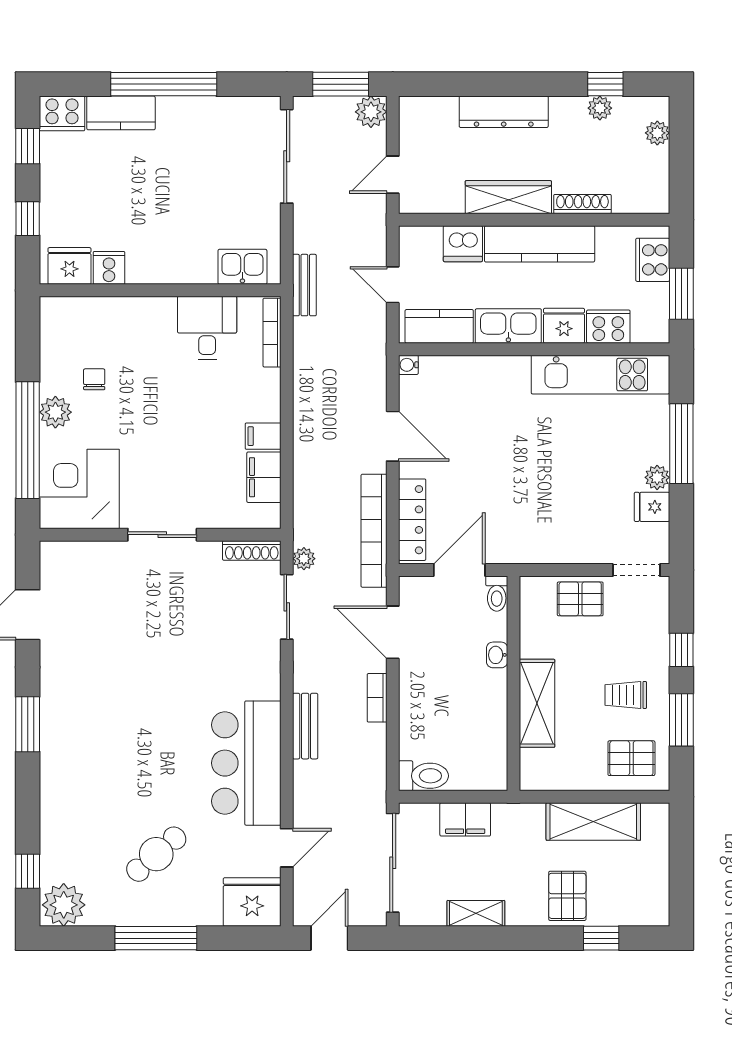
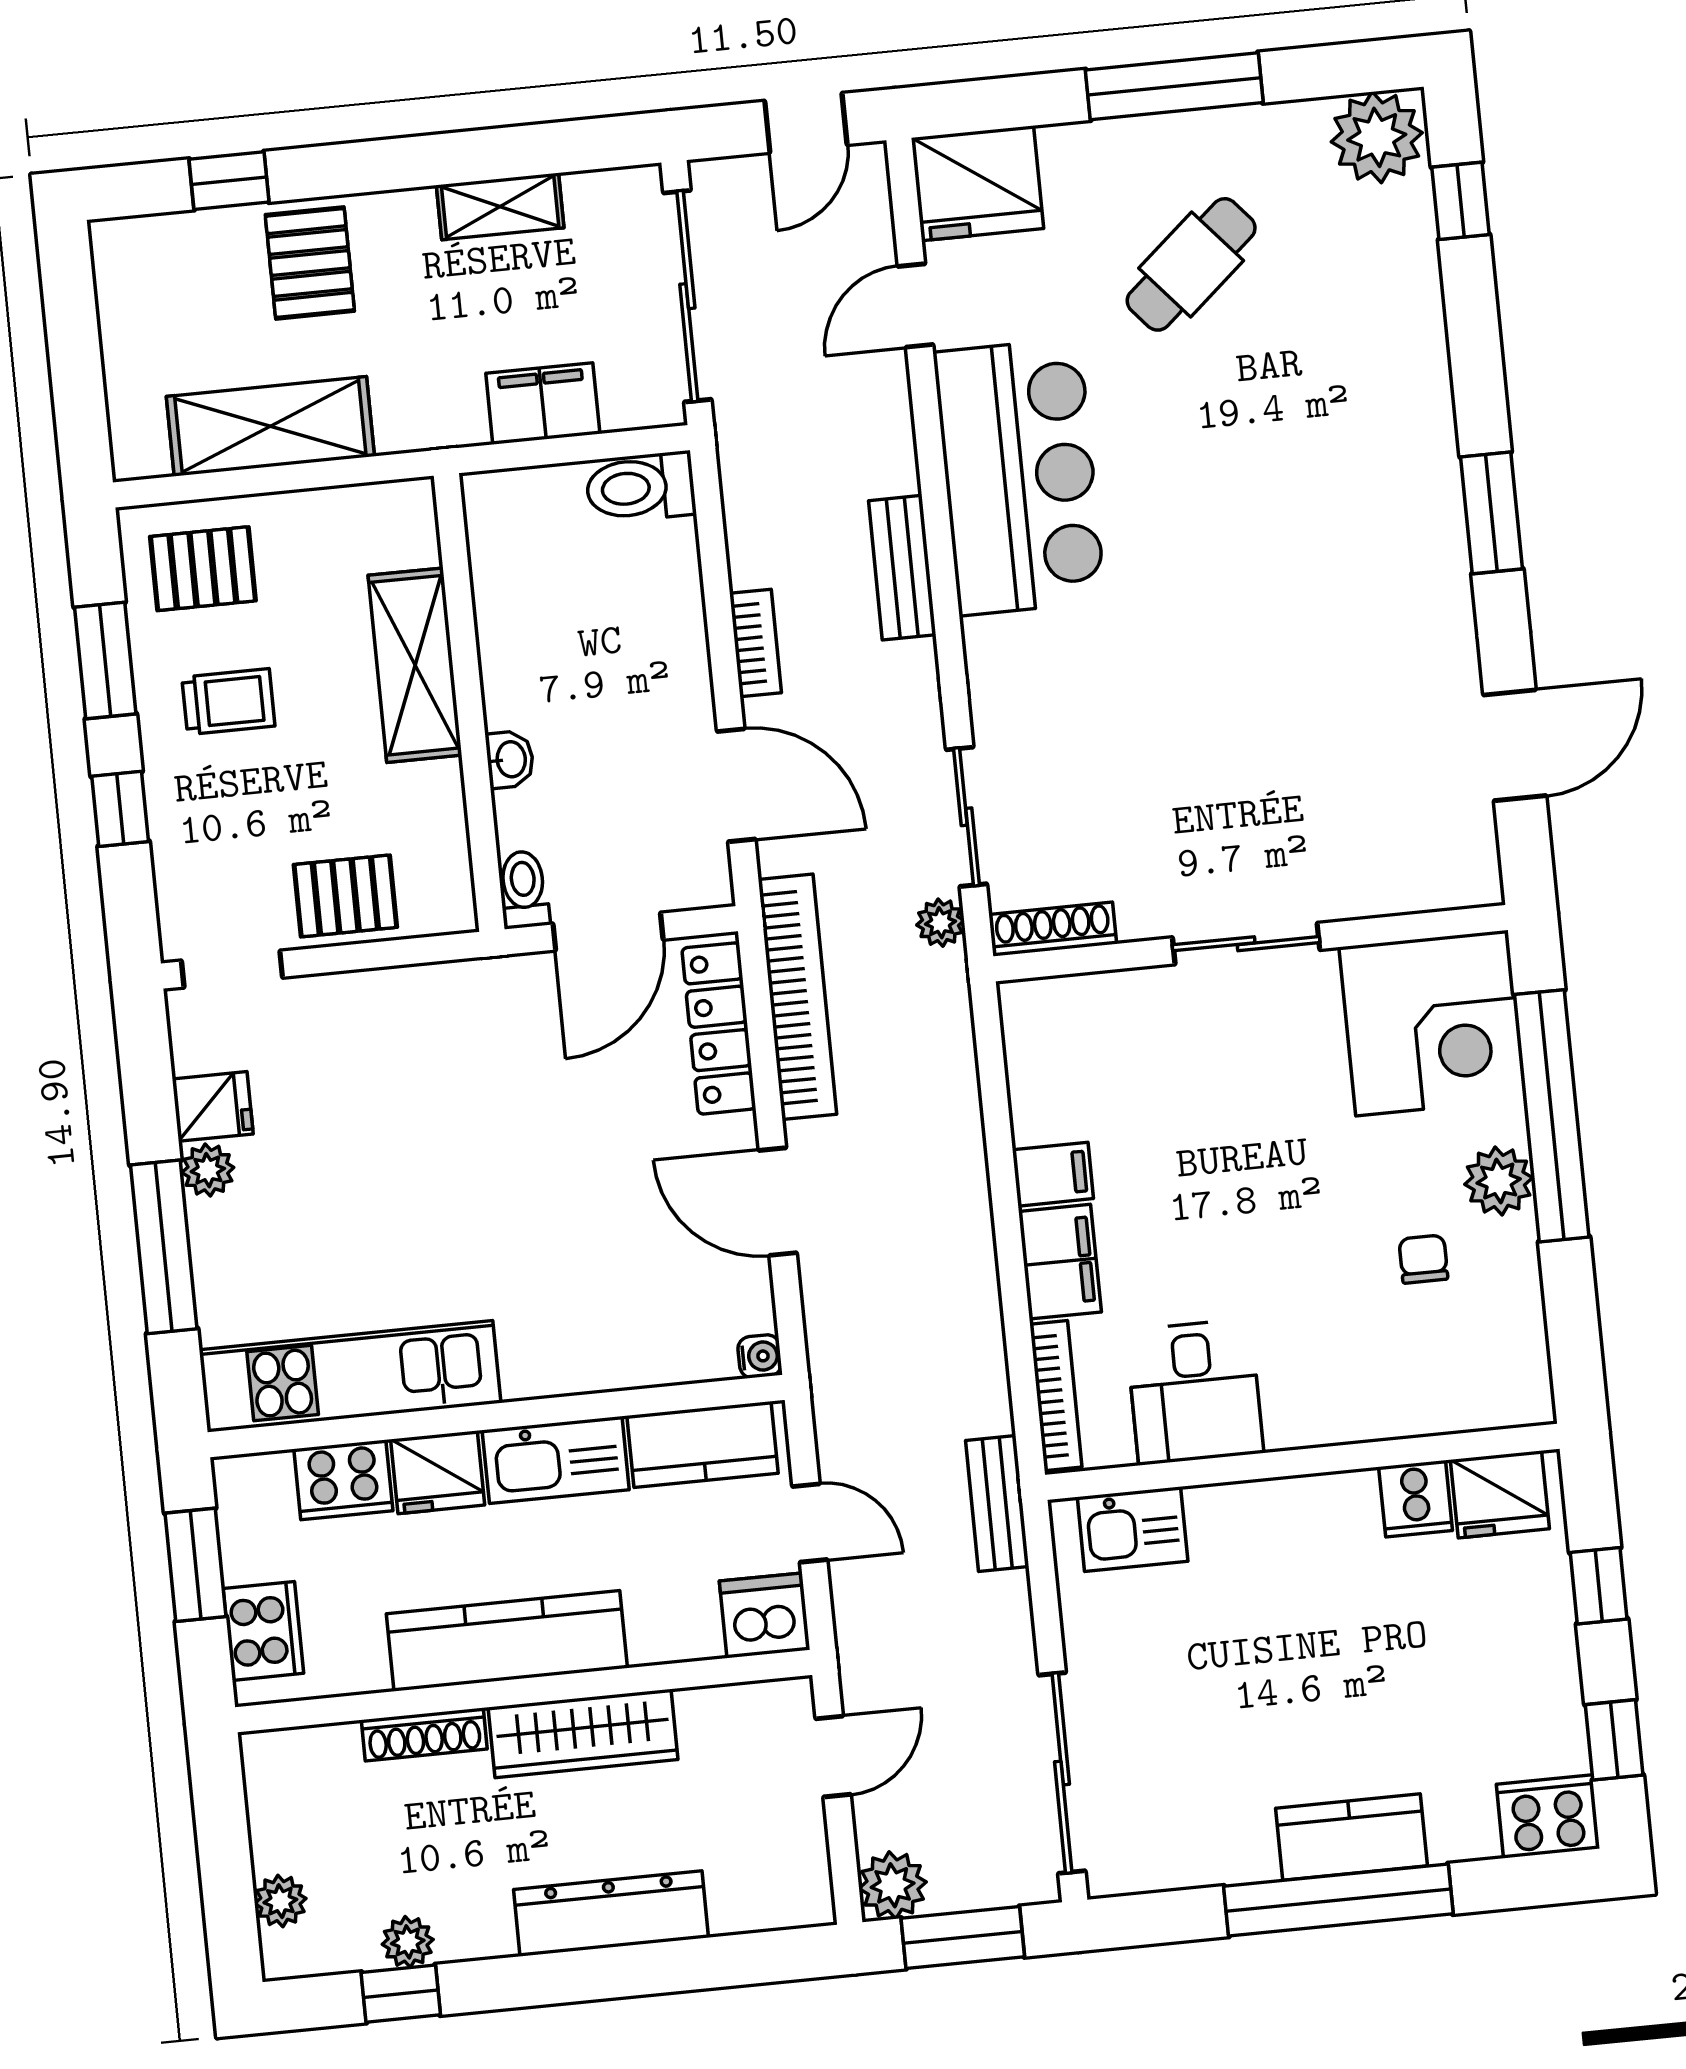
kitchen counter: (121, 113) -> (1352, 1837), moved
dishwasher: (463, 244) -> (764, 1615), moved
chair: (94, 379) -> (1423, 1259), turned 180
filing cabinet: (264, 477) -> (1060, 1262), moved

